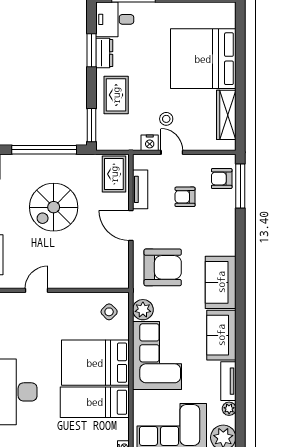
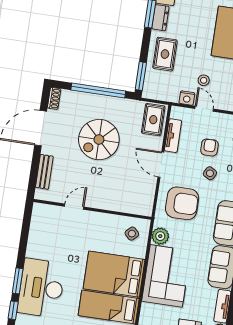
armchair: (185, 197) -> (209, 147), turned 90
side table: (190, 227) -> (210, 173), added

